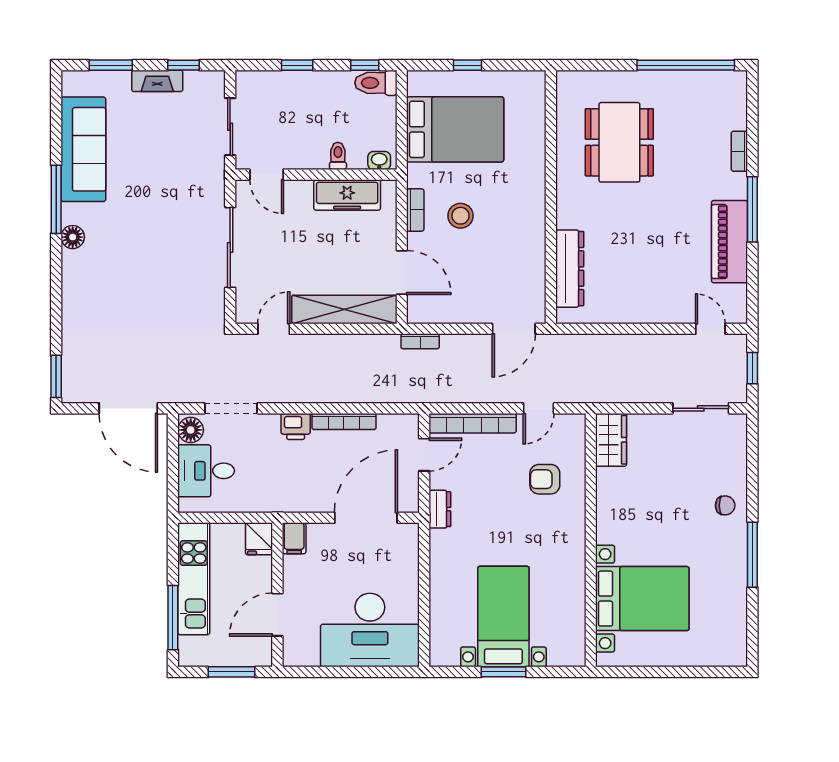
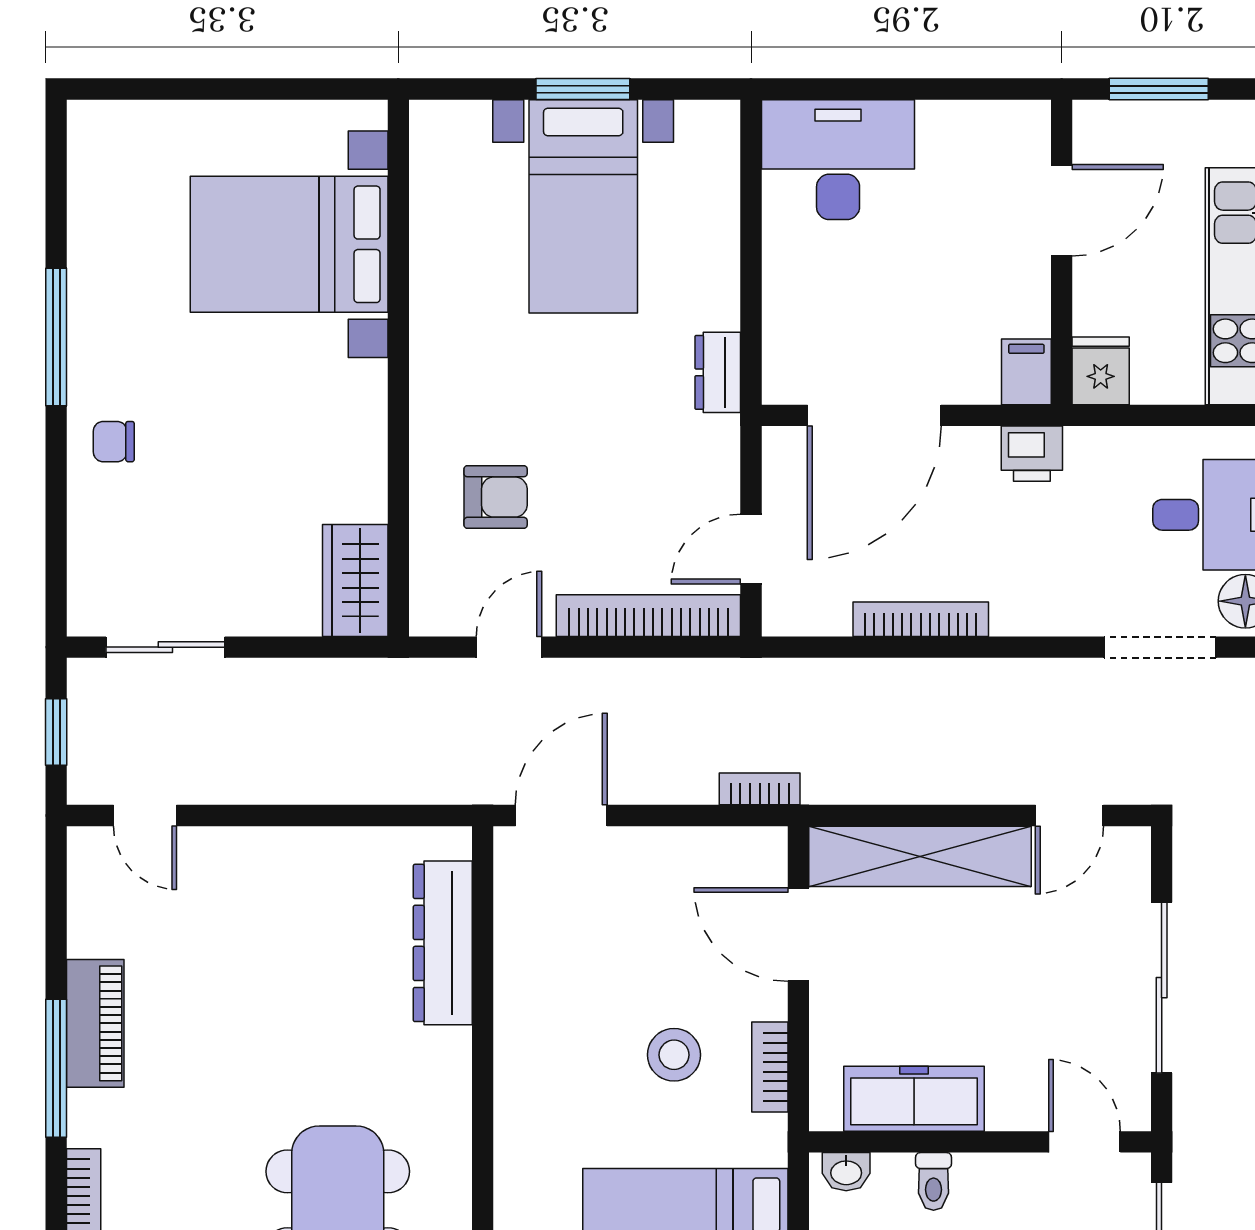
piano: (729, 242) -> (95, 1023), width x0.73, depth x0.75
printer: (296, 426) -> (1032, 454), moved, turned 180
dresser: (440, 509) -> (718, 372), moved
desk: (370, 630) -> (838, 160), width x0.73, depth x0.77

